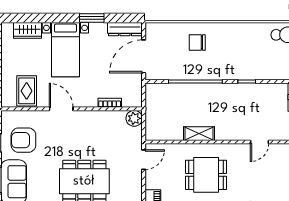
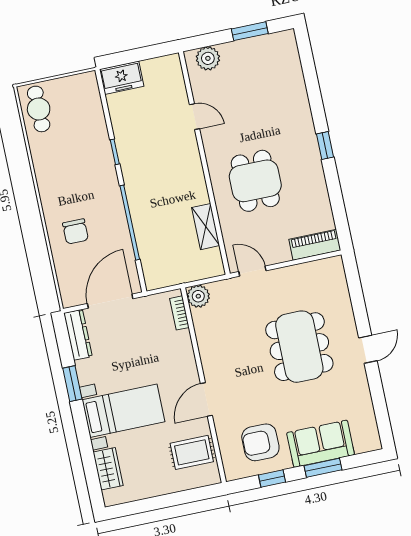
door: (144, 56) -> (110, 301), swing flipped
bookcase: (110, 103) -> (179, 313), moved
shelving: (199, 134) -> (206, 227), moved
armchair: (23, 140) -> (260, 442), turned 90

